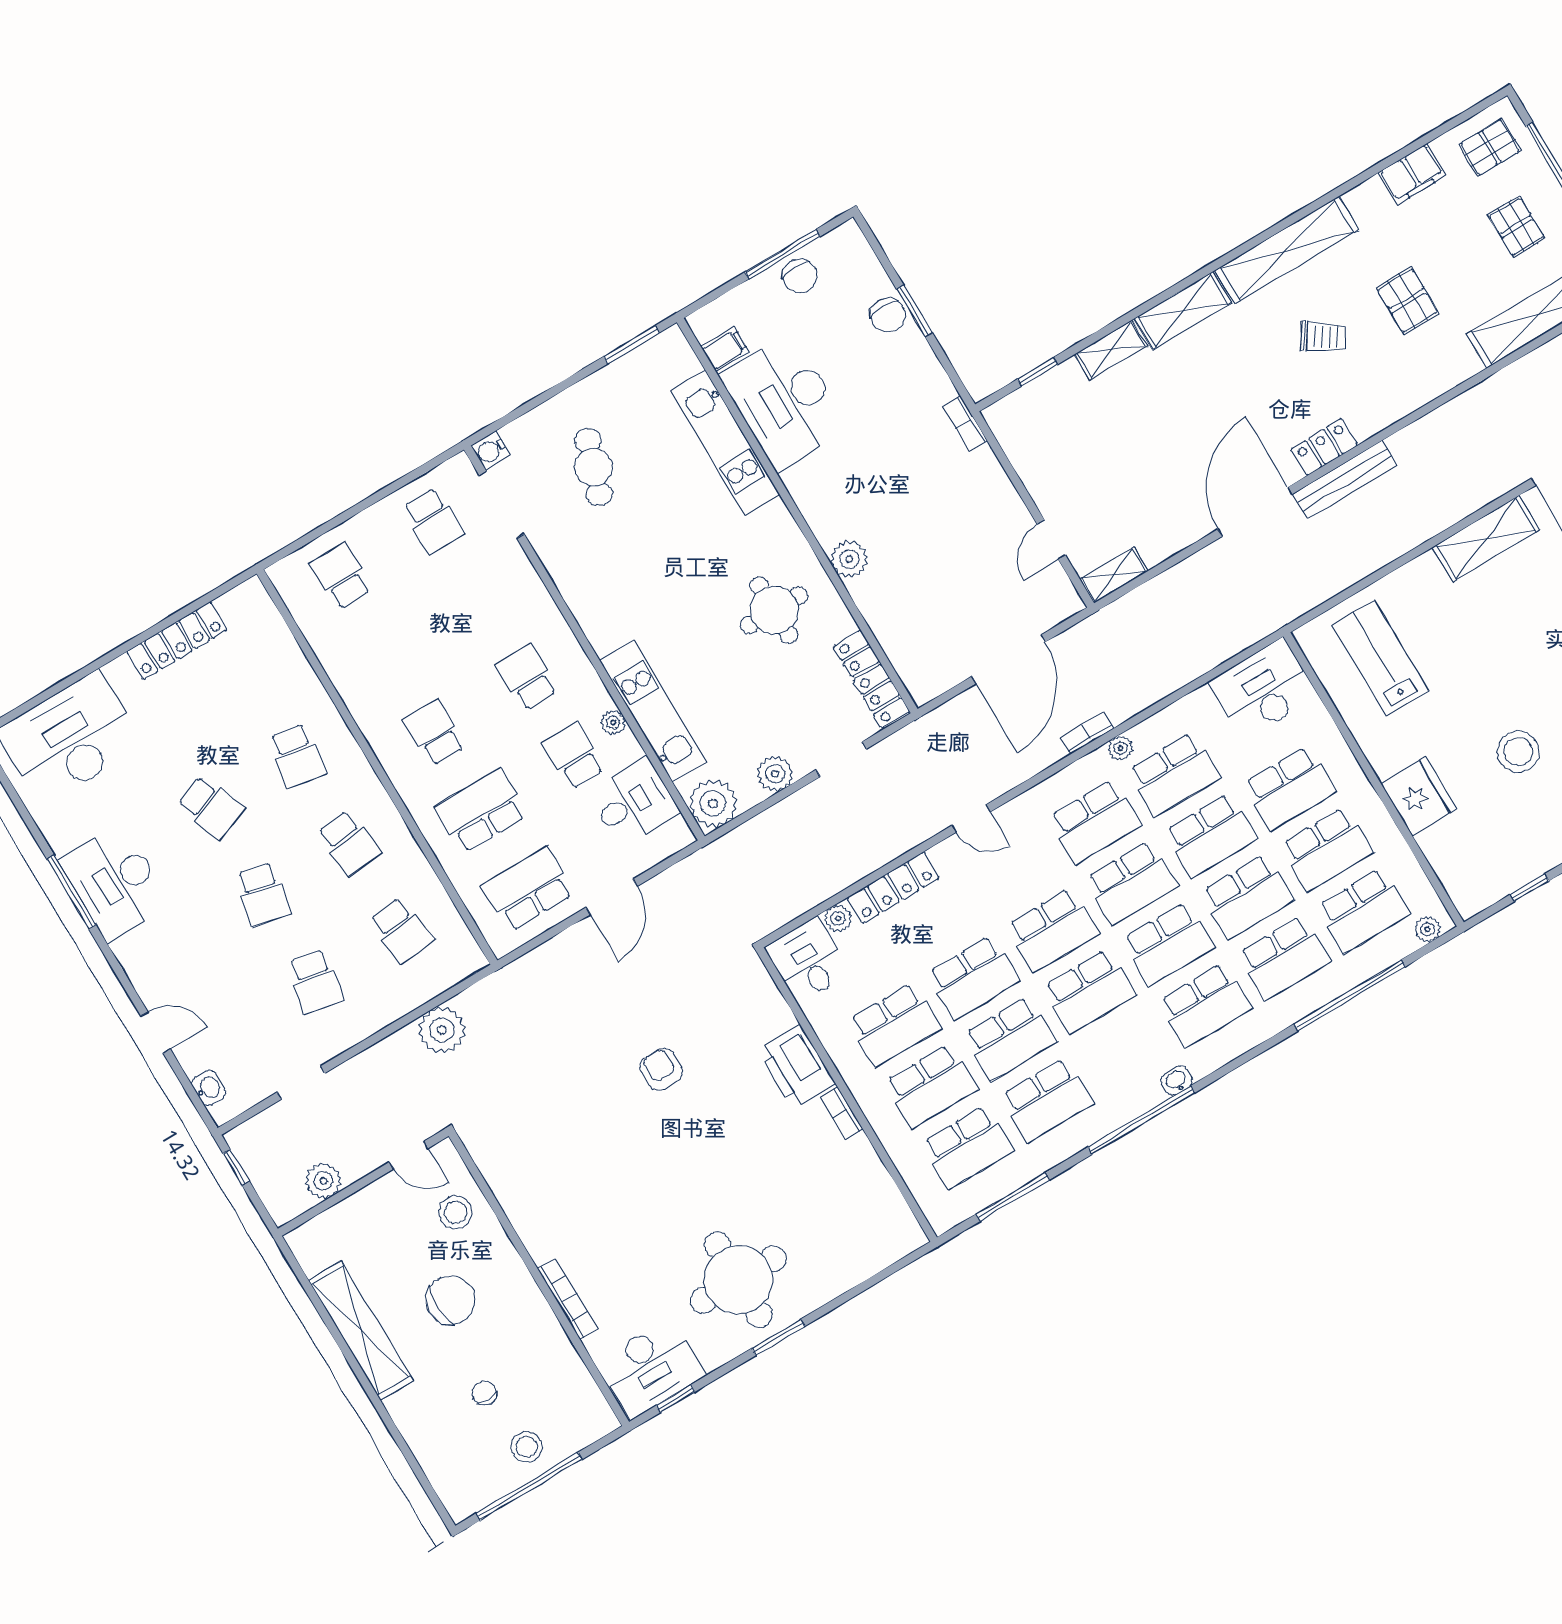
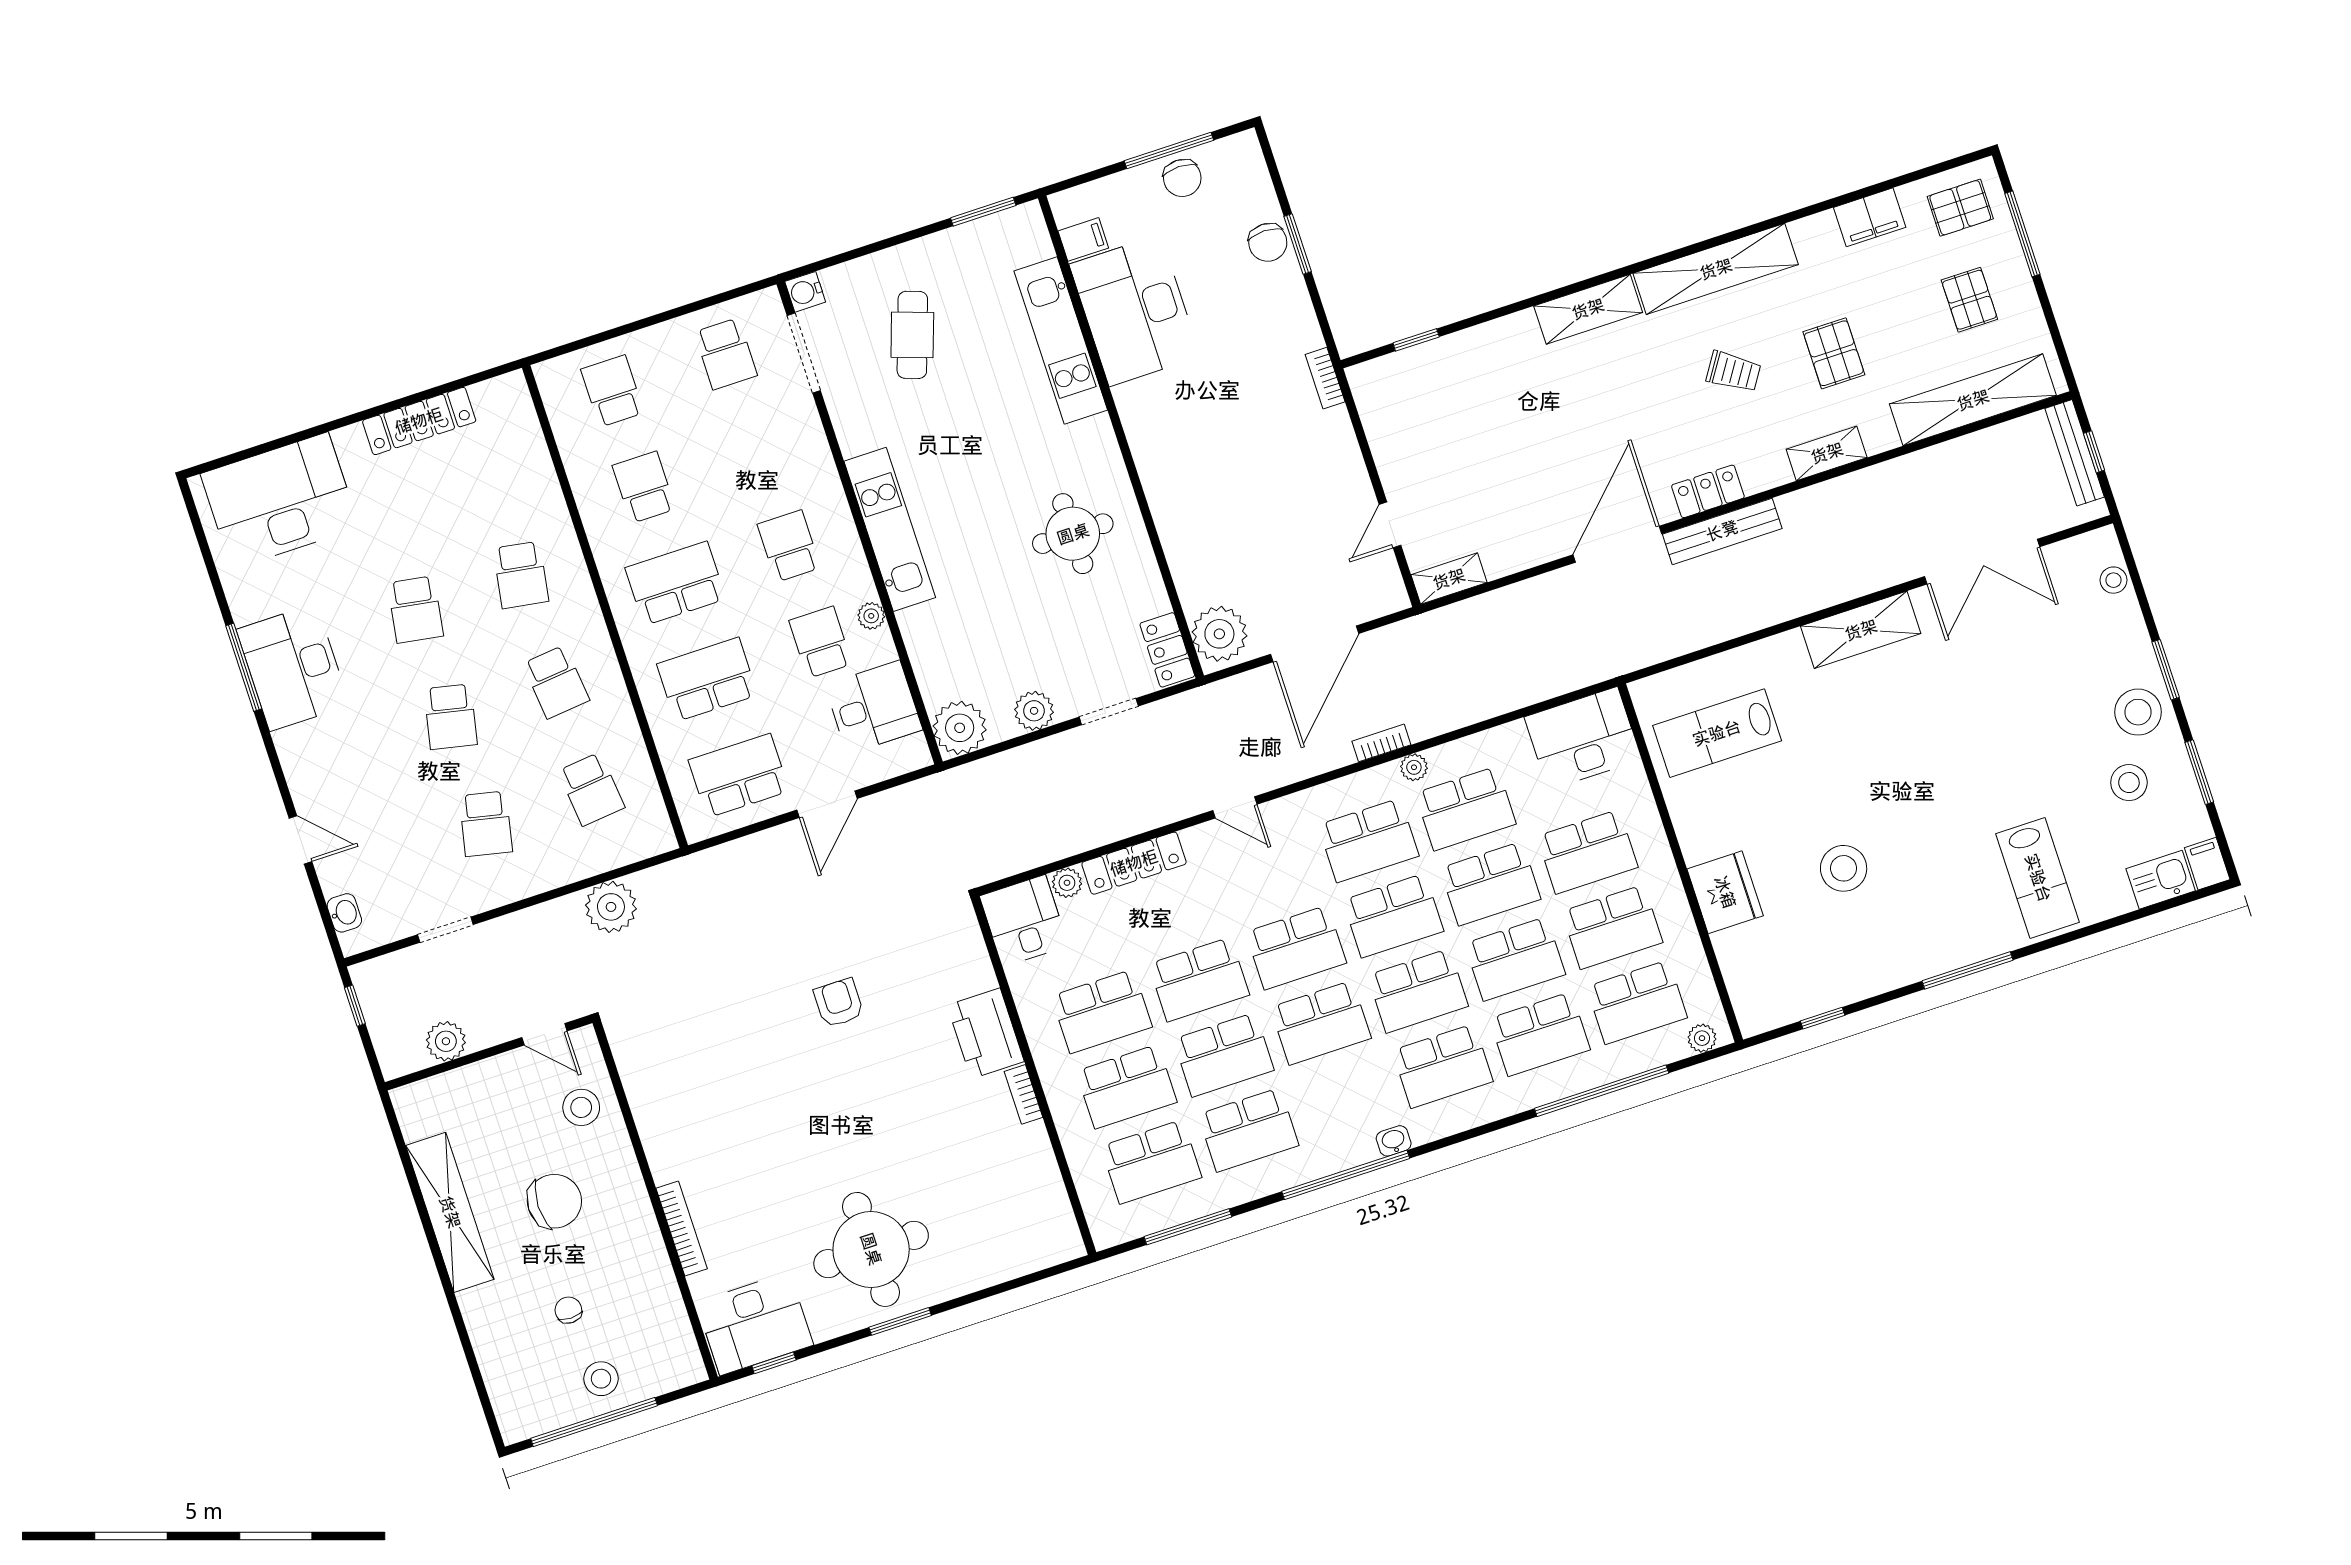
shelving: (1111, 350) -> (1827, 453), moved
plant: (849, 559) -> (1219, 634), moved, width x1.36, depth x1.36
school desk: (388, 654) -> (644, 487), added
lab bench: (1380, 658) -> (1717, 733), turned -90
locker: (871, 679) -> (1167, 650), width x0.66
kitchen unit: (653, 711) -> (890, 529), moved
school desk: (435, 733) -> (676, 583), width x1.85
school desk: (211, 807) -> (415, 610), turned 30

